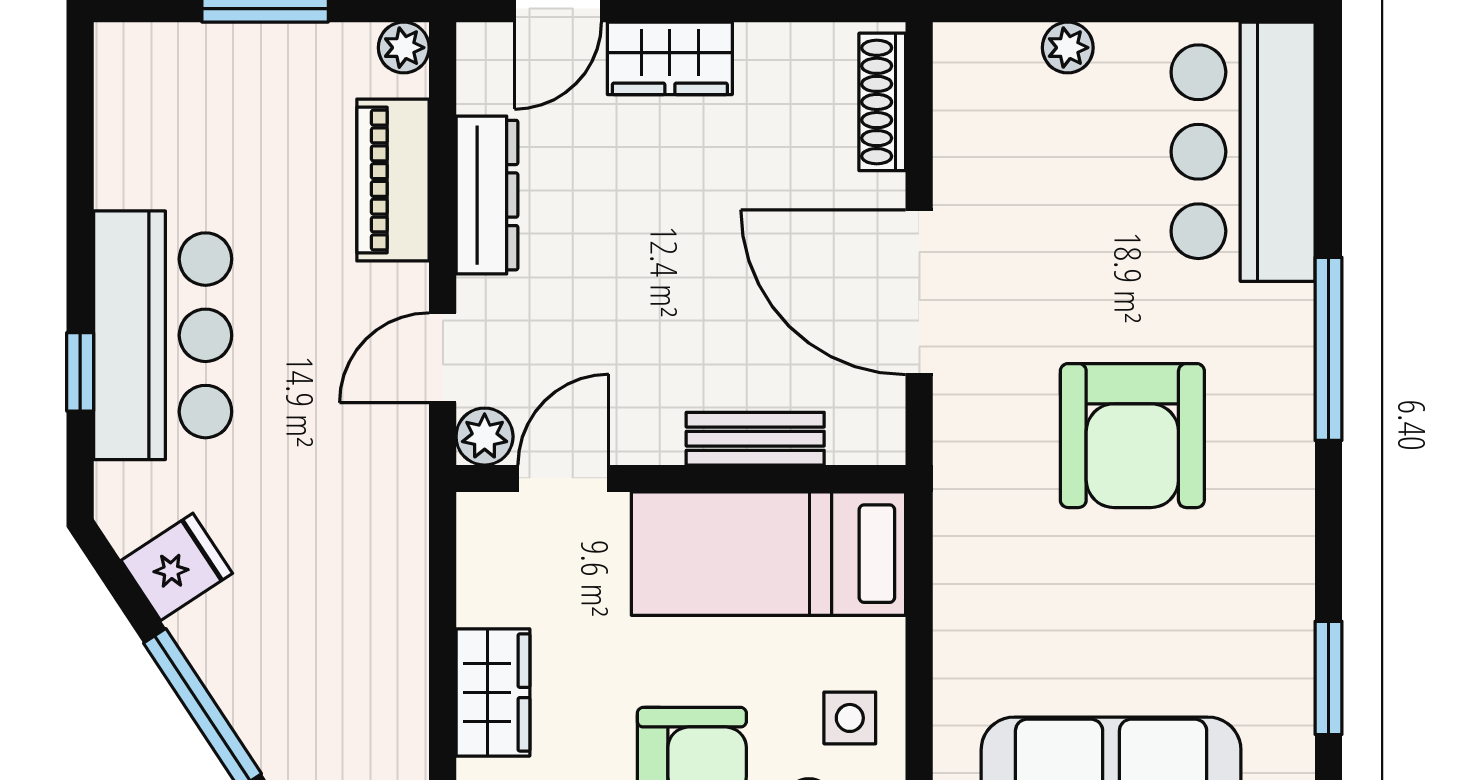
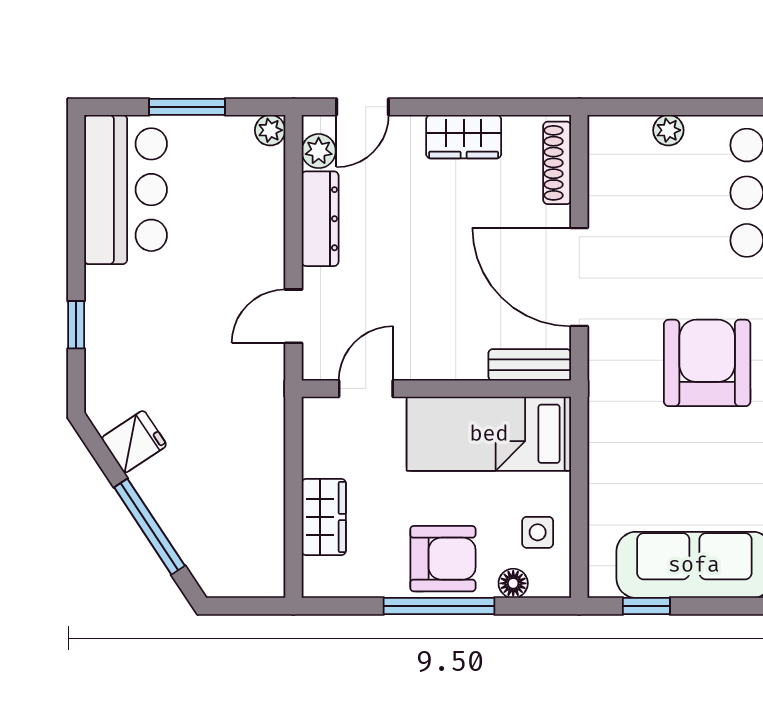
wardrobe: (670, 58) -> (464, 137), moved
piano: (393, 180) -> (264, 210), removed
bar counter: (163, 335) -> (126, 190), moved
armchair: (1132, 436) -> (707, 363), turned 180
plant: (485, 437) -> (319, 151), moved
bench: (755, 439) -> (530, 365), moved

